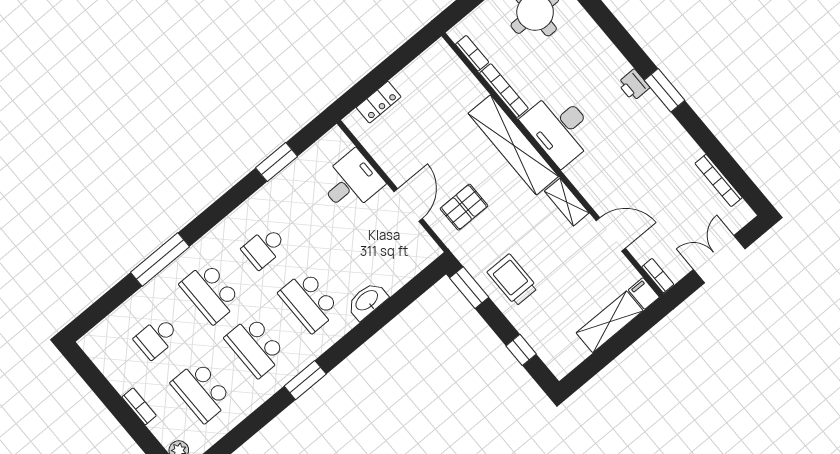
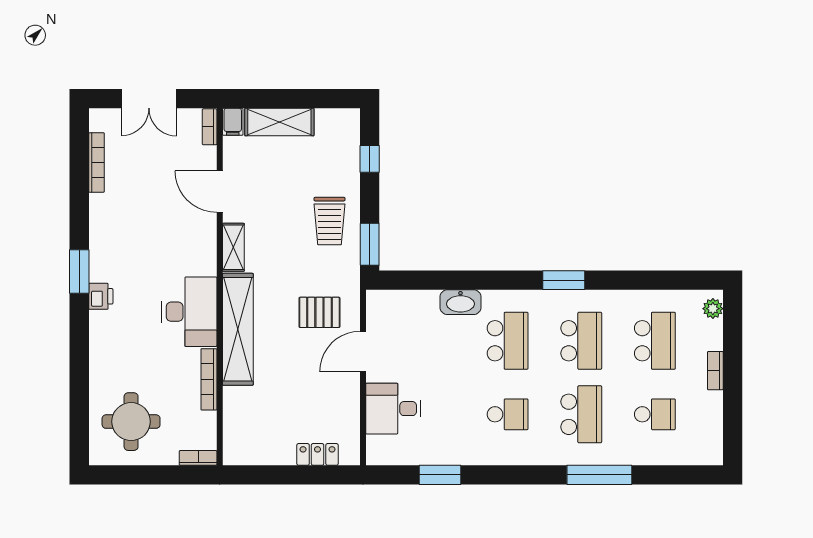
bookcase: (472, 53) -> (198, 458), moved, turned 90

